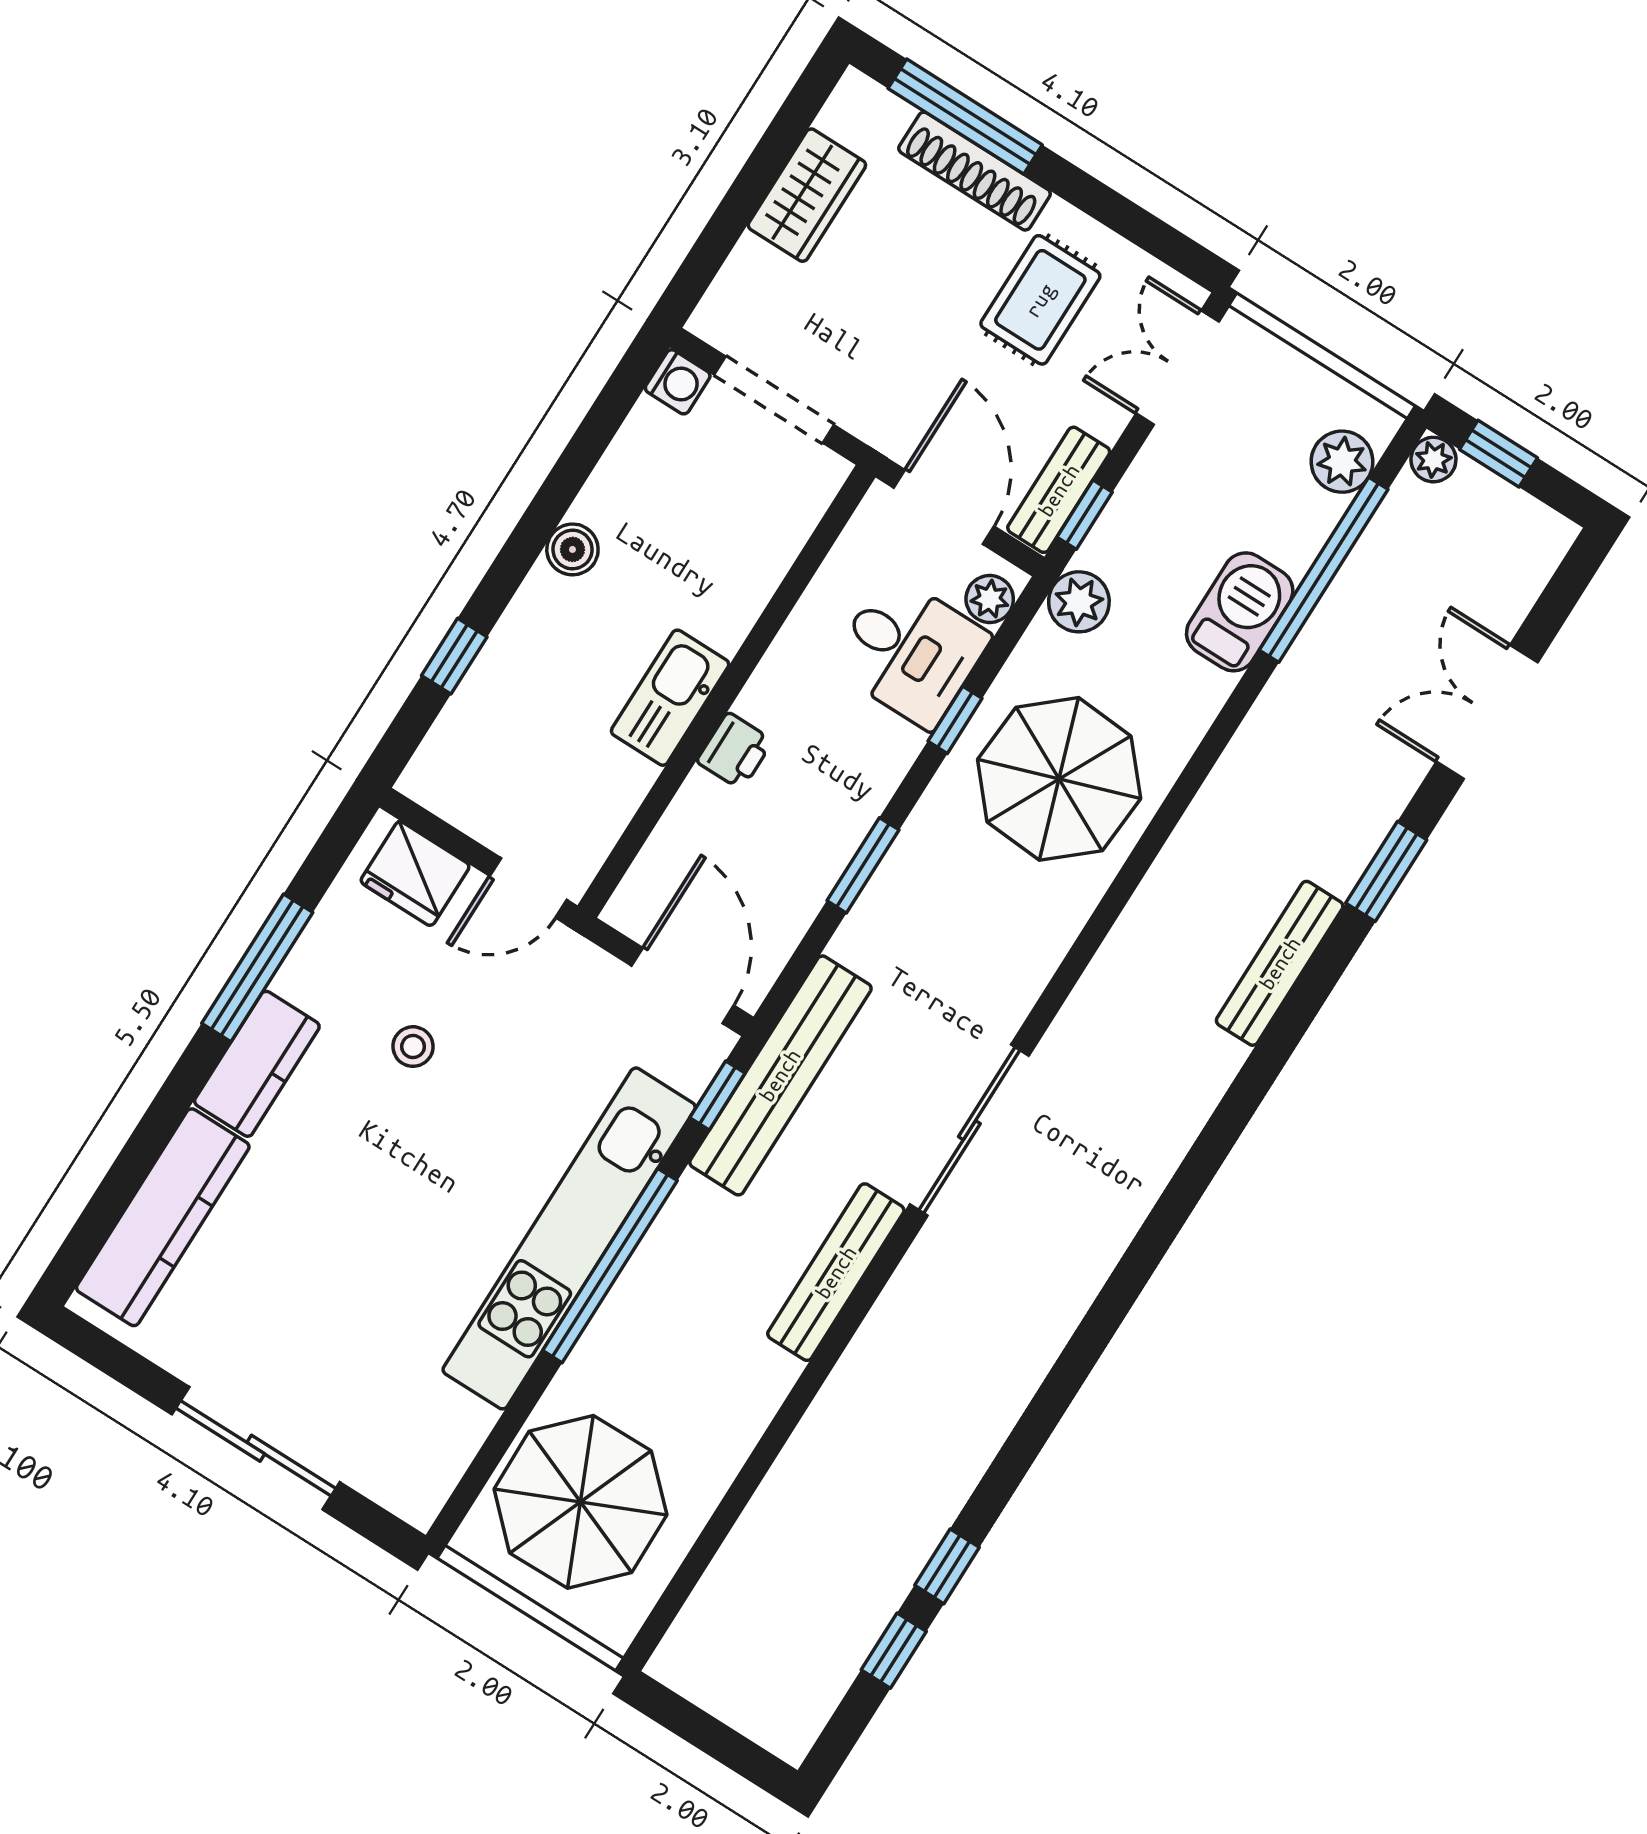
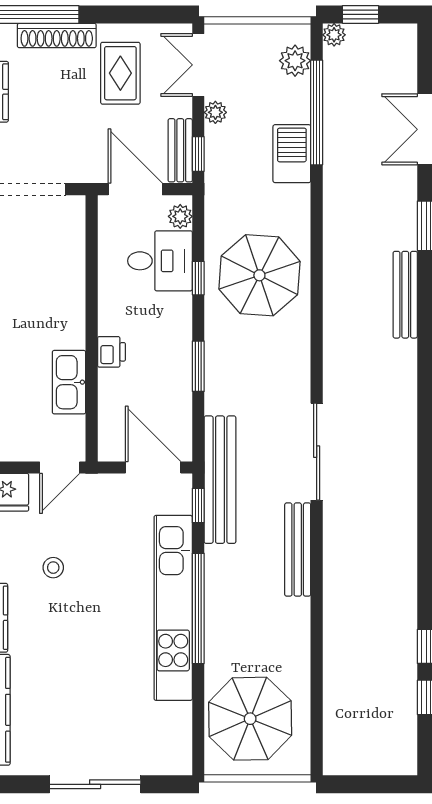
plant: (1079, 602) -> (215, 112), moved, width x0.73, depth x0.73
kitchen sink: (670, 698) -> (69, 382), moved

